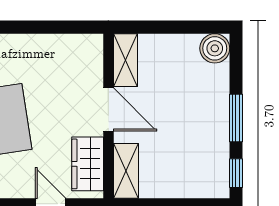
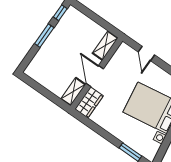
boiler: (215, 48) -> (33, 71), removed
wardrobe: (88, 164) -> (89, 102), moved

